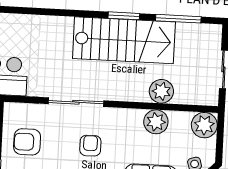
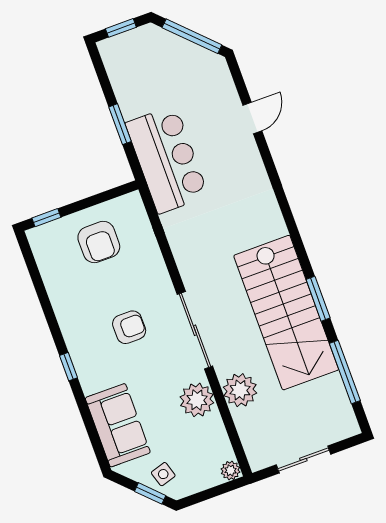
sliding door: (76, 102) -> (195, 330), moved
plant: (204, 125) -> (231, 470), width x0.53, depth x0.53
armchair: (27, 142) -> (99, 242), turned 180

